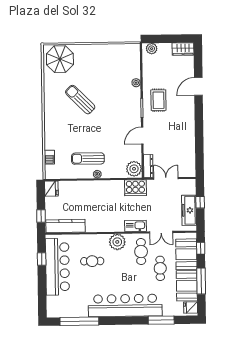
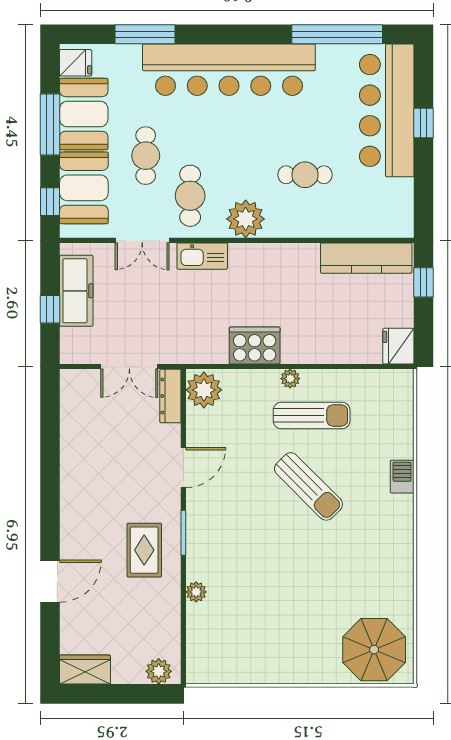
sun lounger: (80, 100) -> (308, 486), moved
barbecue: (49, 157) -> (402, 477), moved
cooker: (135, 188) -> (255, 345), moved
double door: (161, 232) -> (142, 240), swing flipped
window: (42, 259) -> (423, 123), moved
bar counter: (57, 267) -> (387, 110), moved

